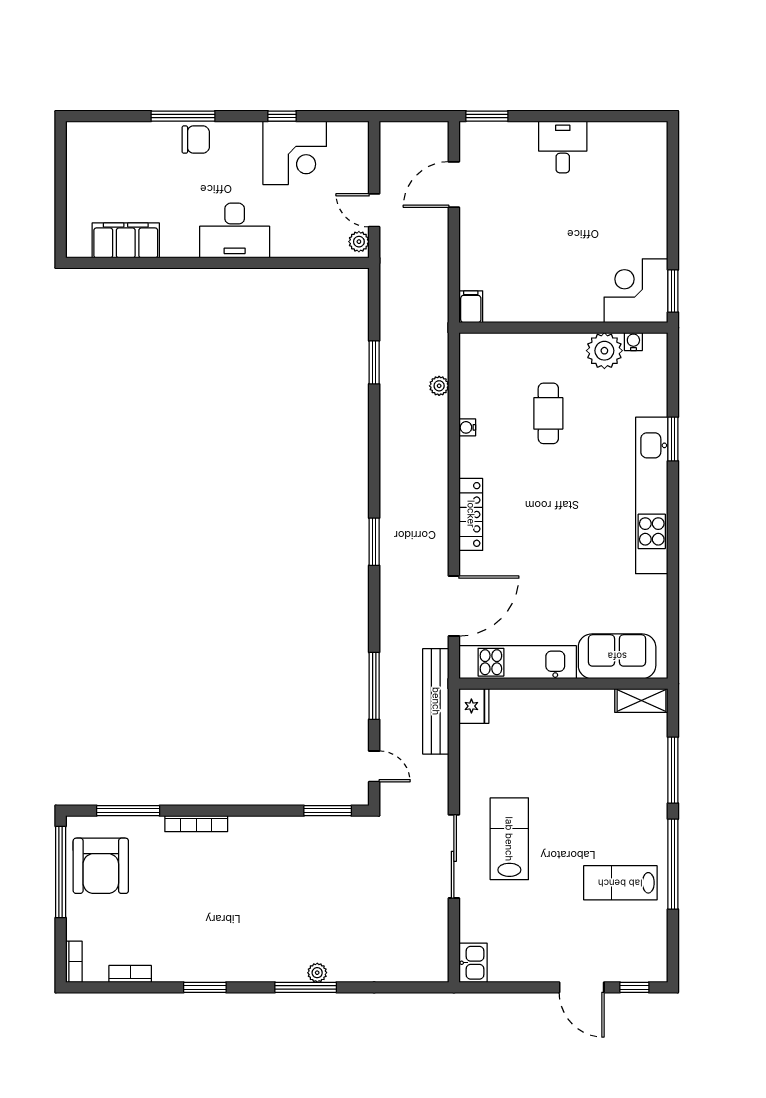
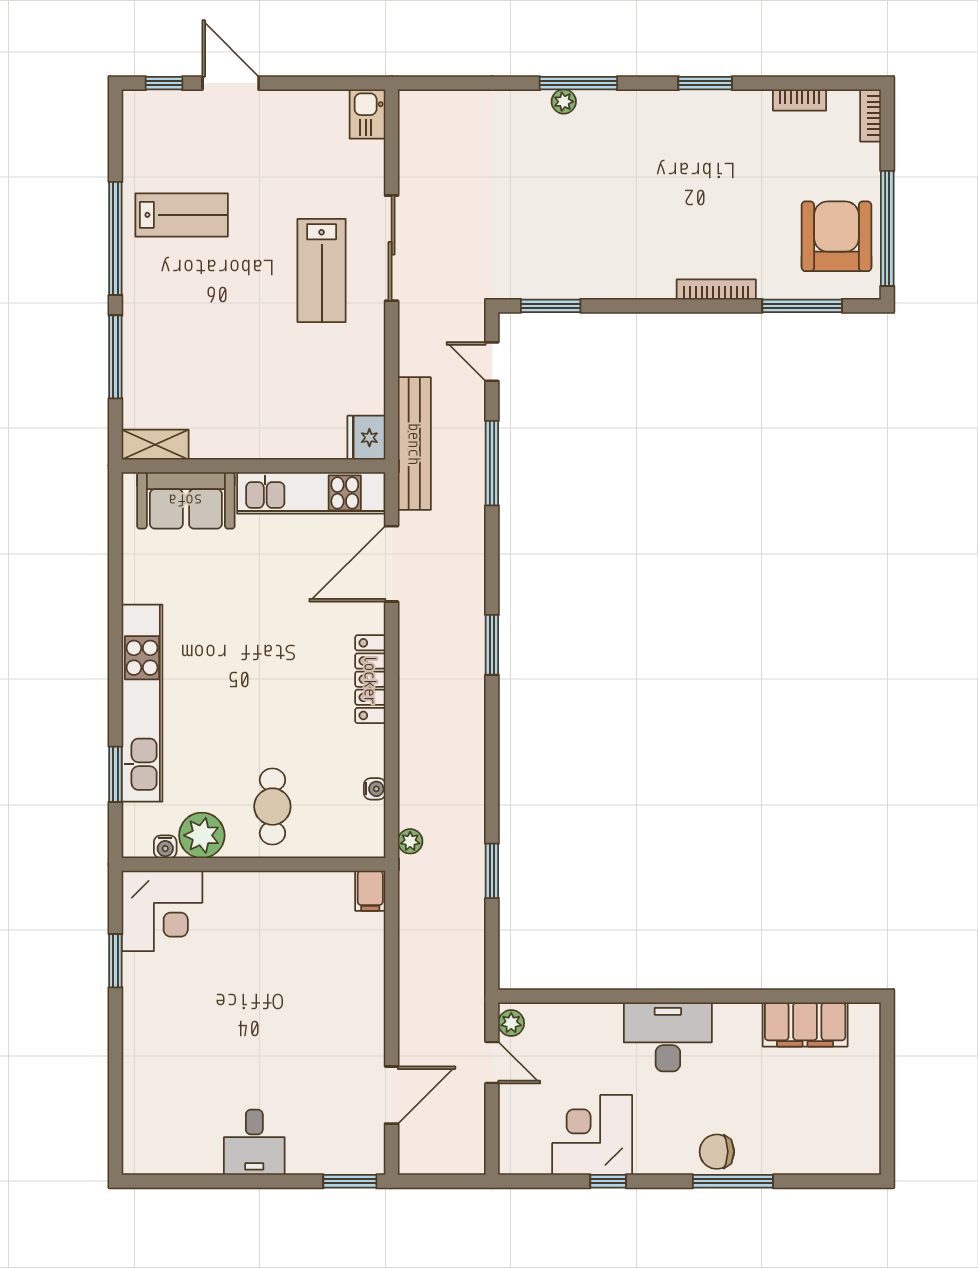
corner desk: (636, 291) -> (162, 911), moved
filing cabinet: (471, 307) -> (370, 891), moved
wall: (563, 328) -> (253, 864), moved
water cooler: (633, 342) -> (165, 847), moved
plant: (604, 351) -> (202, 835), moved

